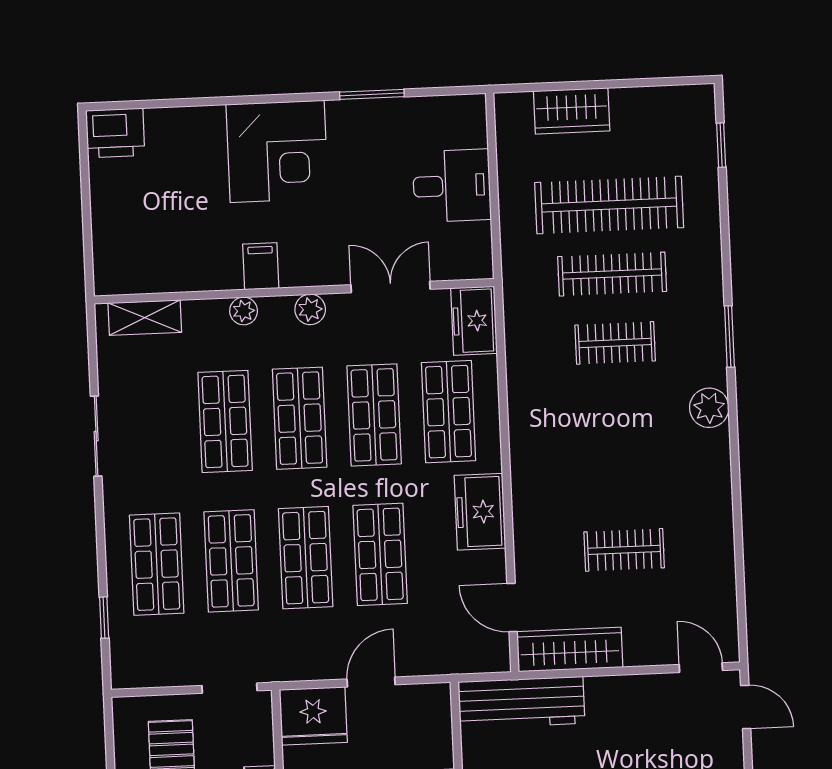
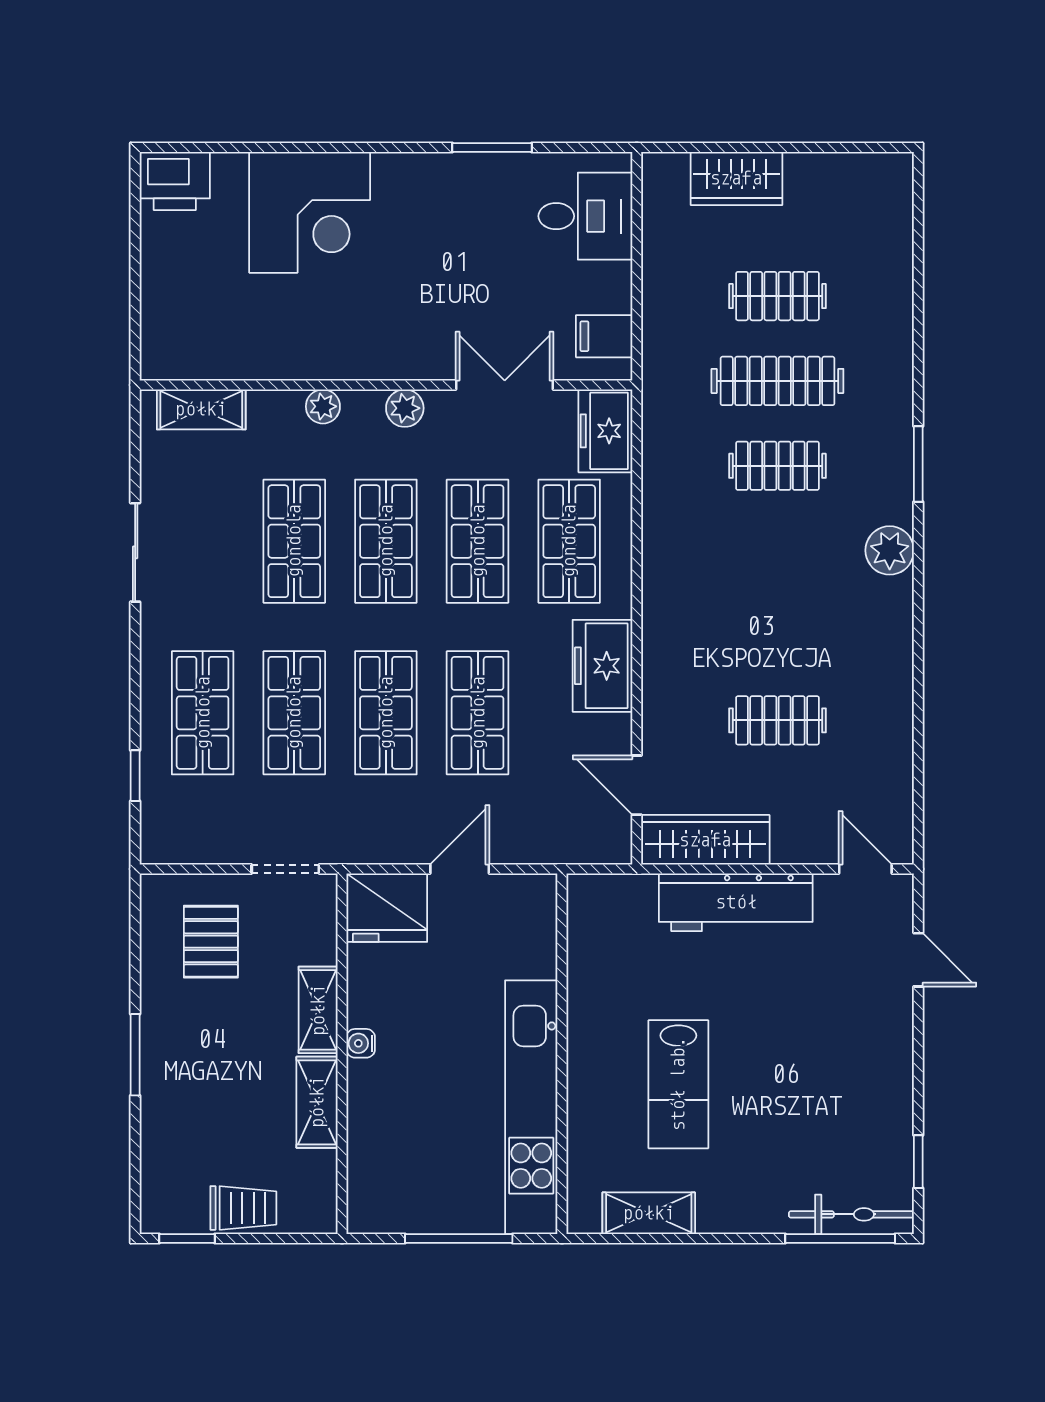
window: (721, 145) -> (918, 229), removed
corner desk: (277, 151) -> (310, 212), moved
desk: (452, 186) -> (585, 216), moved
clothes rail: (609, 205) -> (777, 296), width x0.54, depth x0.76
filing cabinet: (261, 266) -> (604, 336), moved, turned -90
workbench: (521, 702) -> (736, 902), moved
door: (746, 707) -> (918, 960), moved

